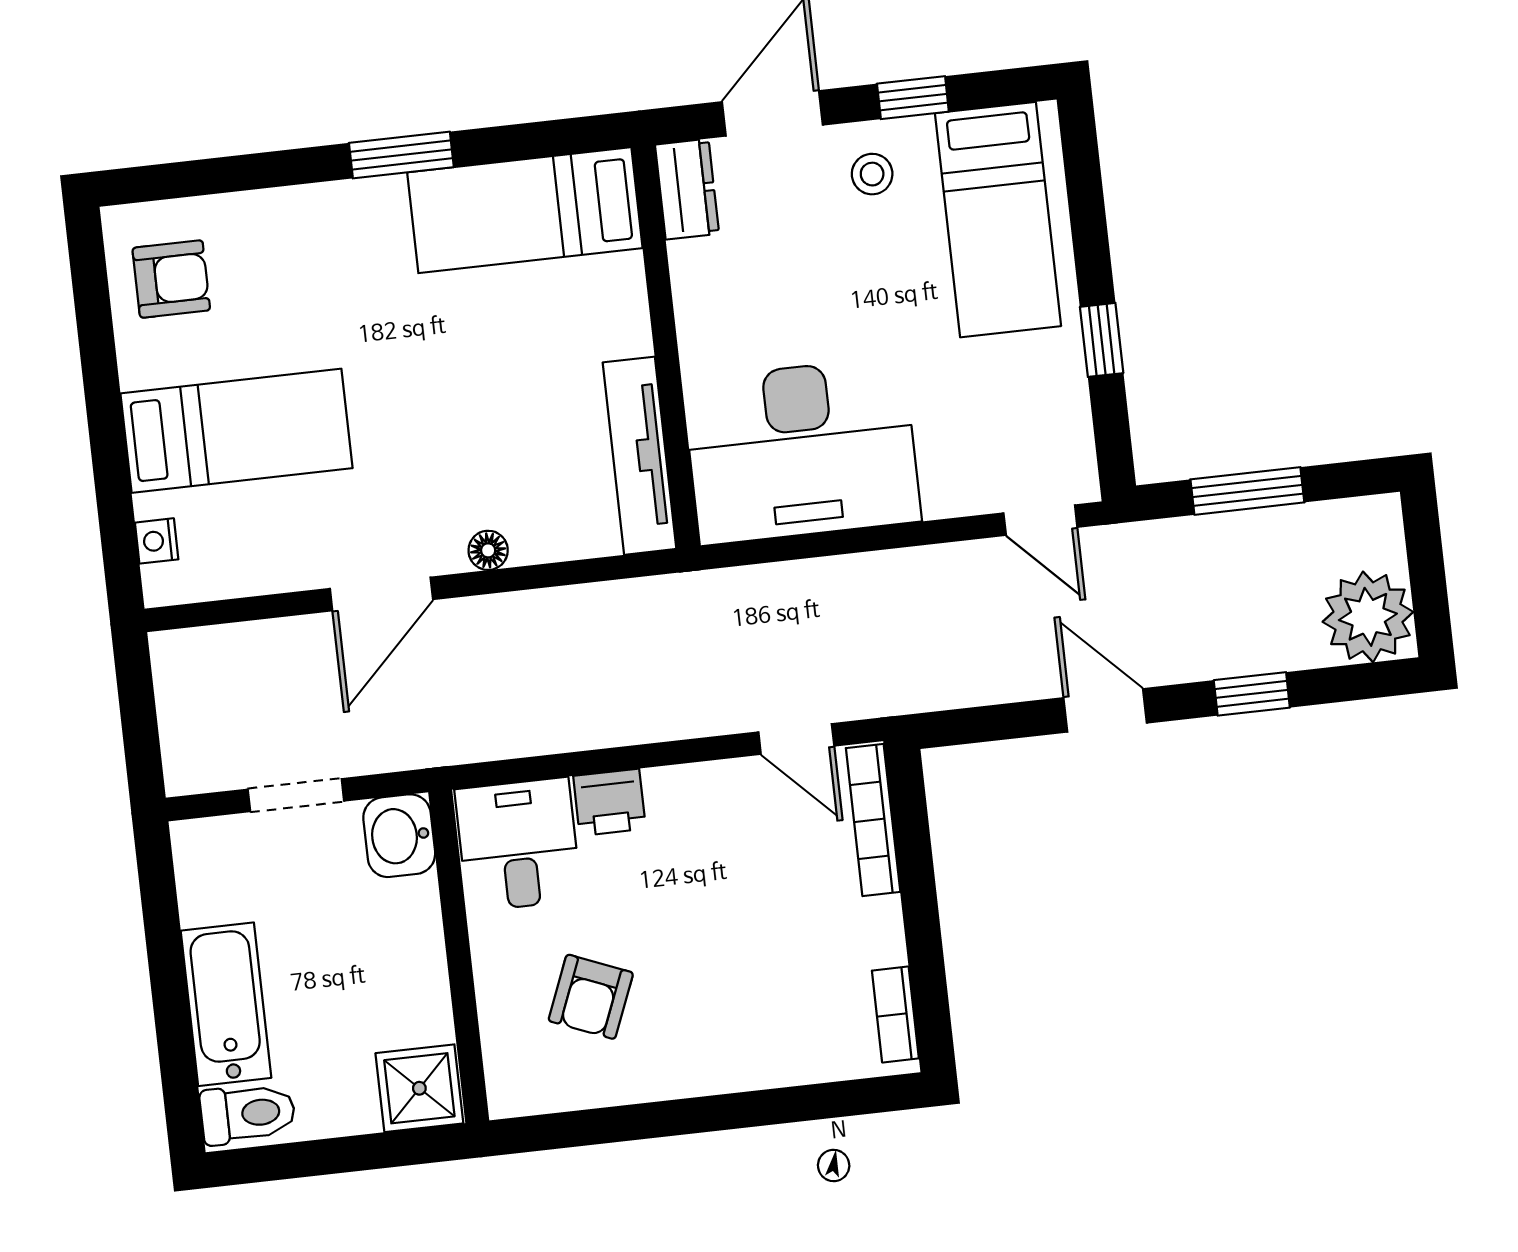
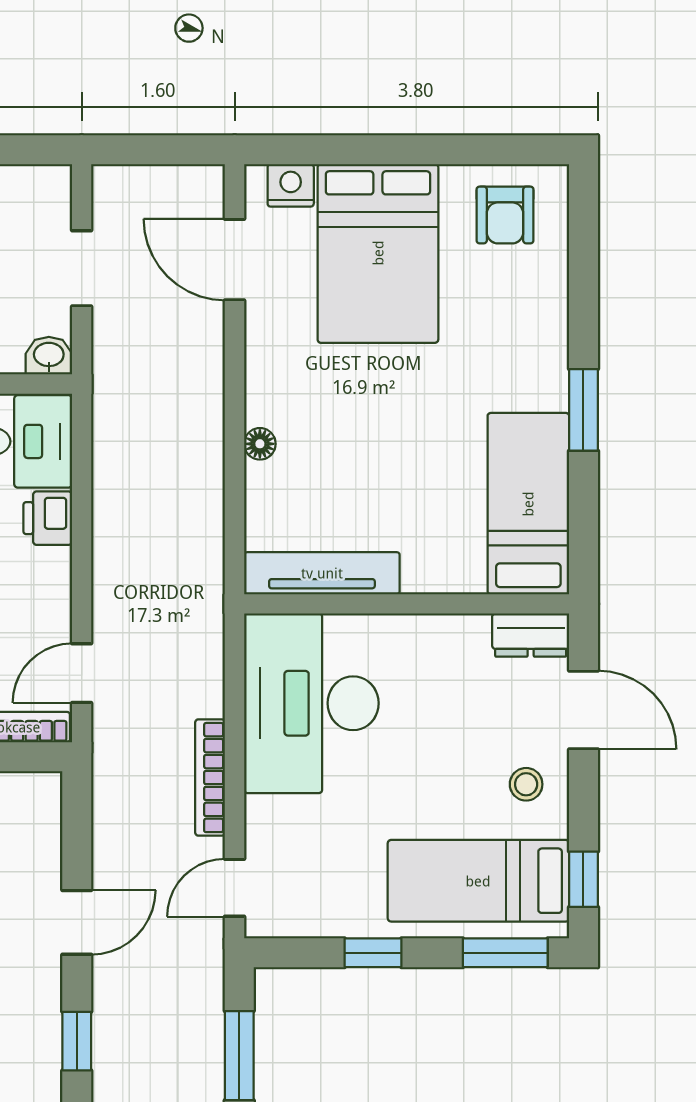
window: (913, 98) -> (583, 879), moved
window: (1083, 177) -> (505, 953), added
bed: (236, 431) -> (378, 253), width x1.50
nightstand: (157, 541) -> (291, 185), width x1.39, depth x1.35
bookcase: (908, 566) -> (210, 778), added
door: (381, 594) -> (235, 260), moved
washbasin: (399, 836) -> (49, 356), width x0.72, depth x0.69

